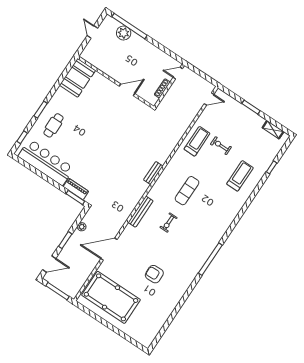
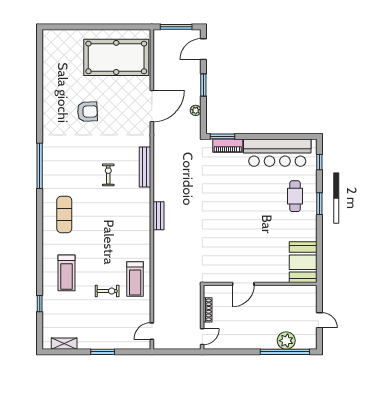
exercise mat: (187, 191) -> (64, 214), moved

